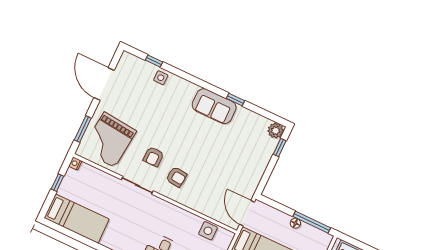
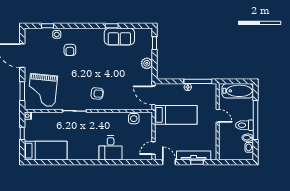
sofa: (214, 106) -> (119, 36), moved
plant: (276, 131) -> (147, 63), moved
armchair: (153, 157) -> (70, 50), moved

